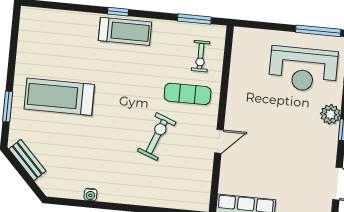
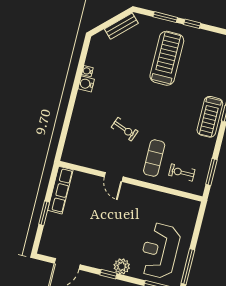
window: (11, 71) -> (192, 24), added
exercise bike: (157, 137) -> (125, 129), width x0.73, depth x0.72
water cooler: (107, 194) -> (86, 84), added

